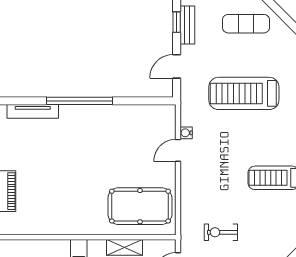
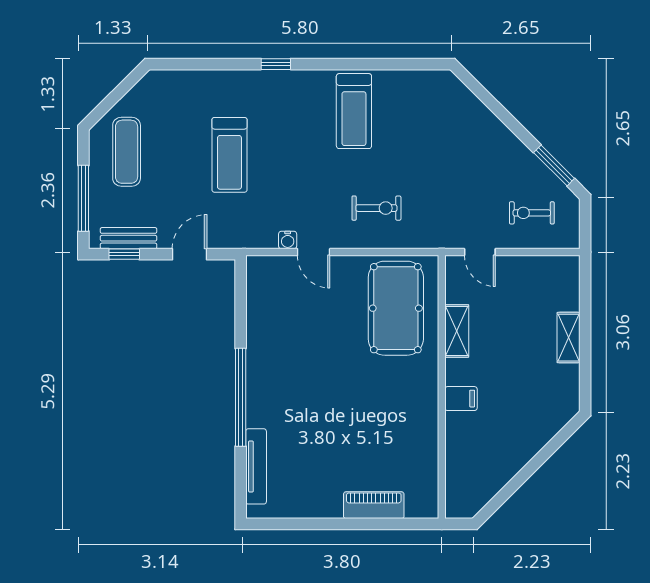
door: (177, 66) -> (190, 254), swing flipped
treadmill: (244, 93) -> (229, 155), width x0.73, depth x0.73
exercise bike: (221, 232) -> (376, 208), moved, turned -90

